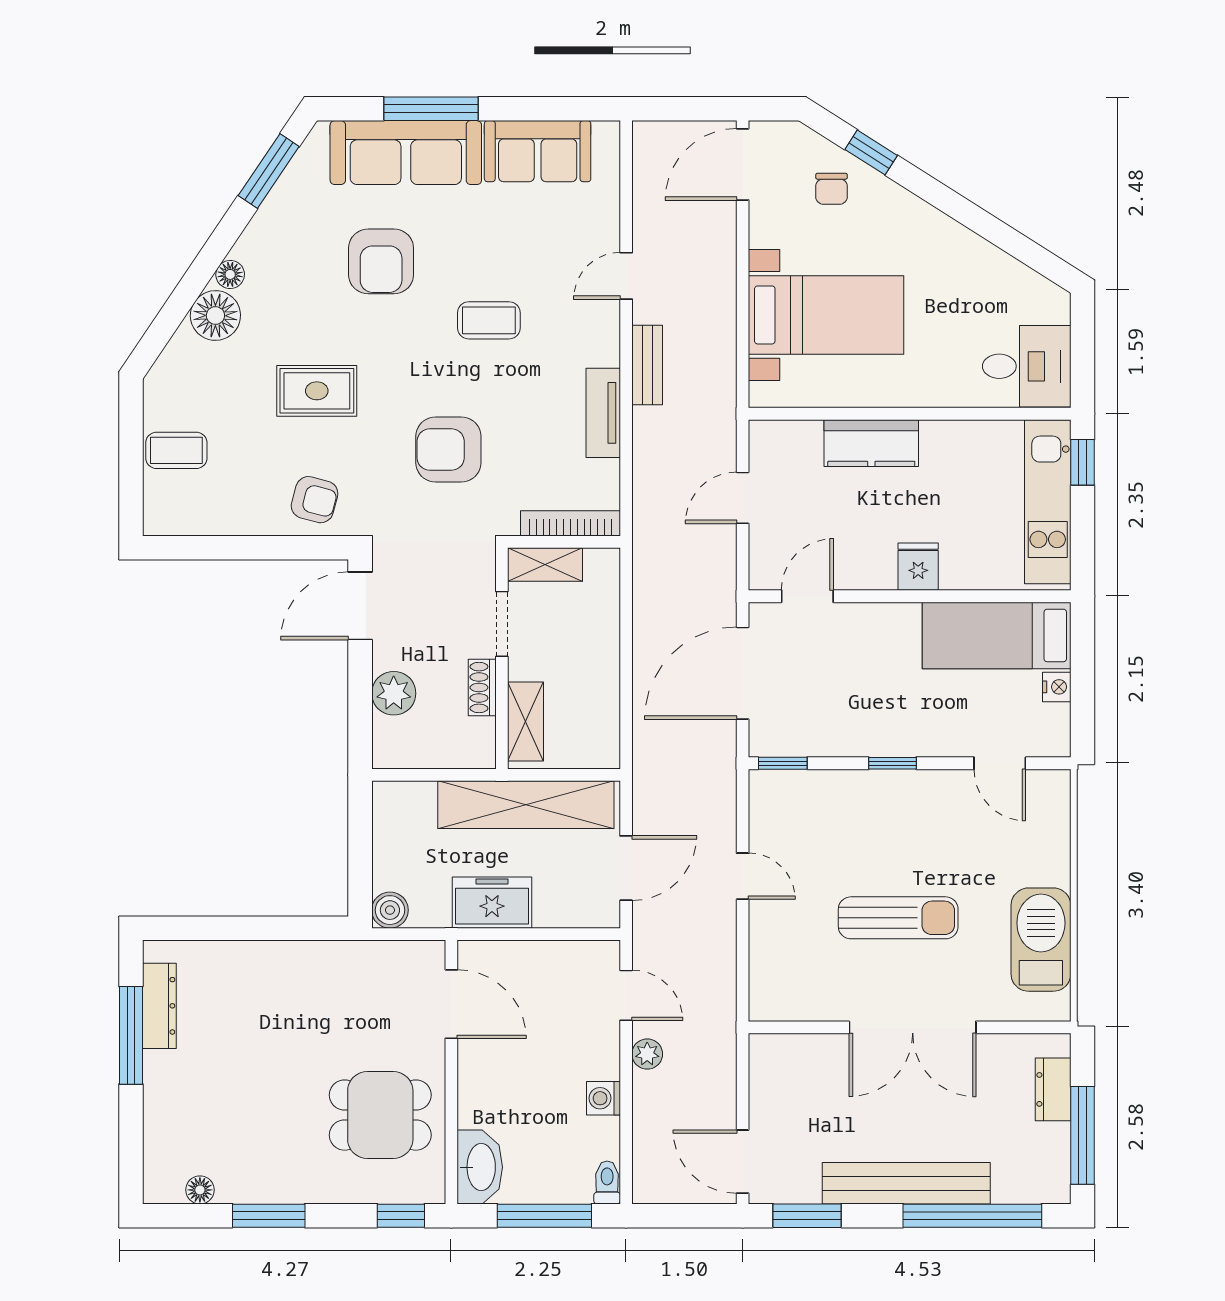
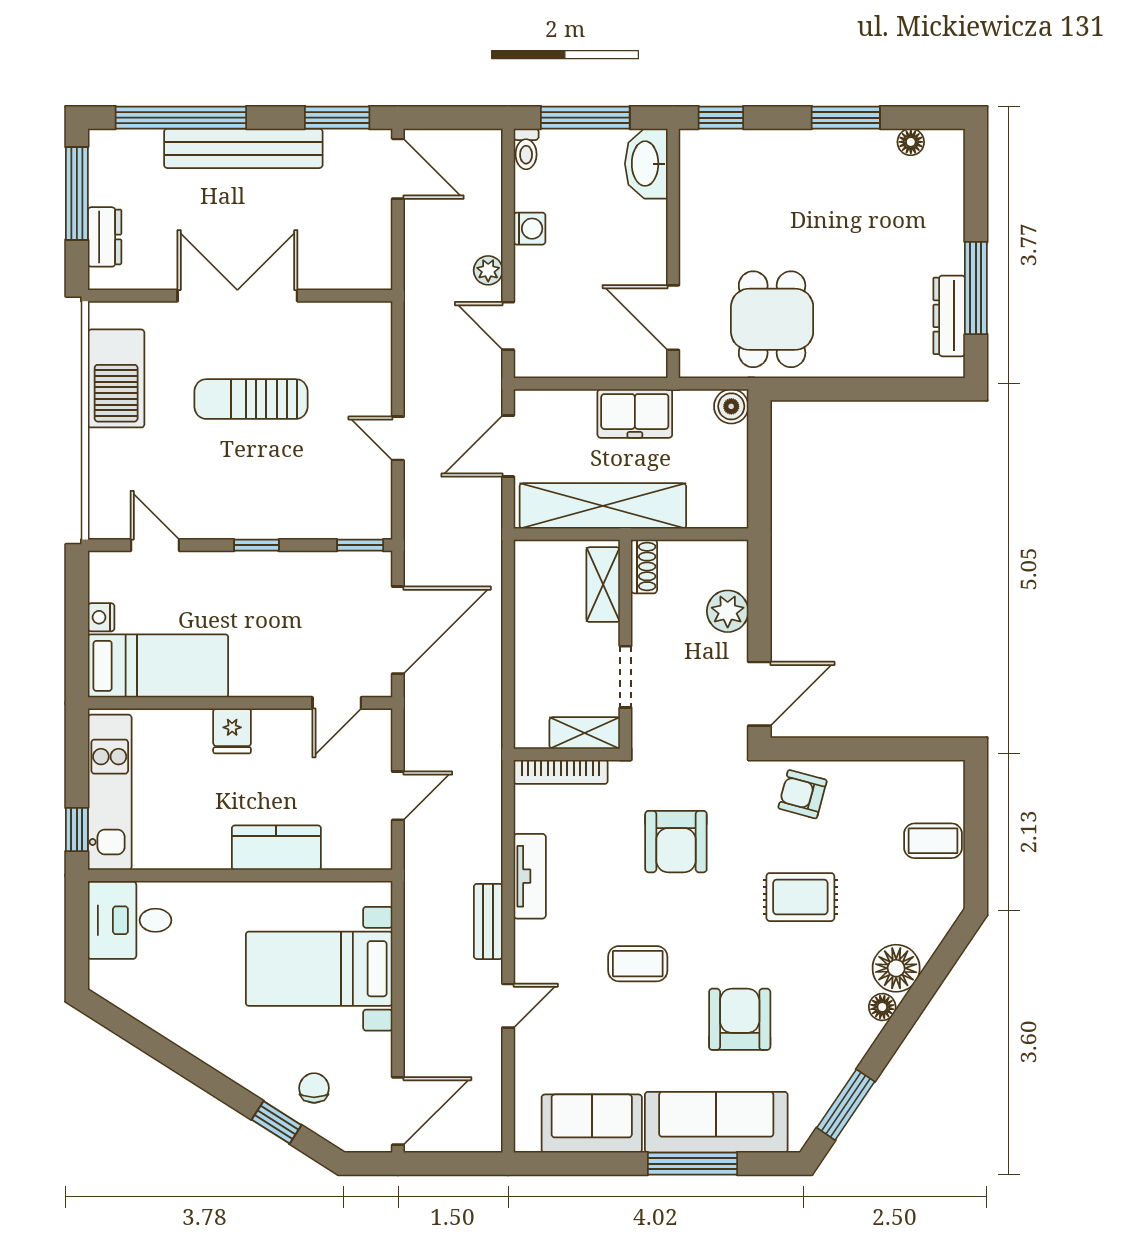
armchair: (448, 450) -> (676, 842), turned 90
shoe rack: (482, 687) -> (644, 566), moved
dining table: (380, 1115) -> (772, 319), moved, turned 90

